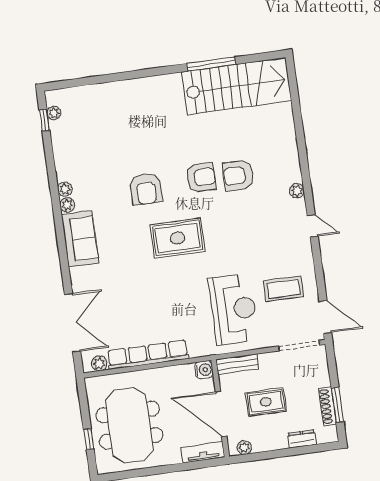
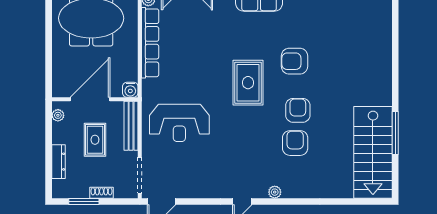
armchair: (201, 177) -> (298, 110), turned 180
coffee table: (283, 289) -> (191, 169), removed
bench: (237, 364) -> (131, 126), width x1.36
shoe rack: (328, 406) -> (102, 193), moved, width x0.70
dresser: (302, 439) -> (58, 162), width x1.44
tv unit: (203, 452) -> (59, 79), removed

